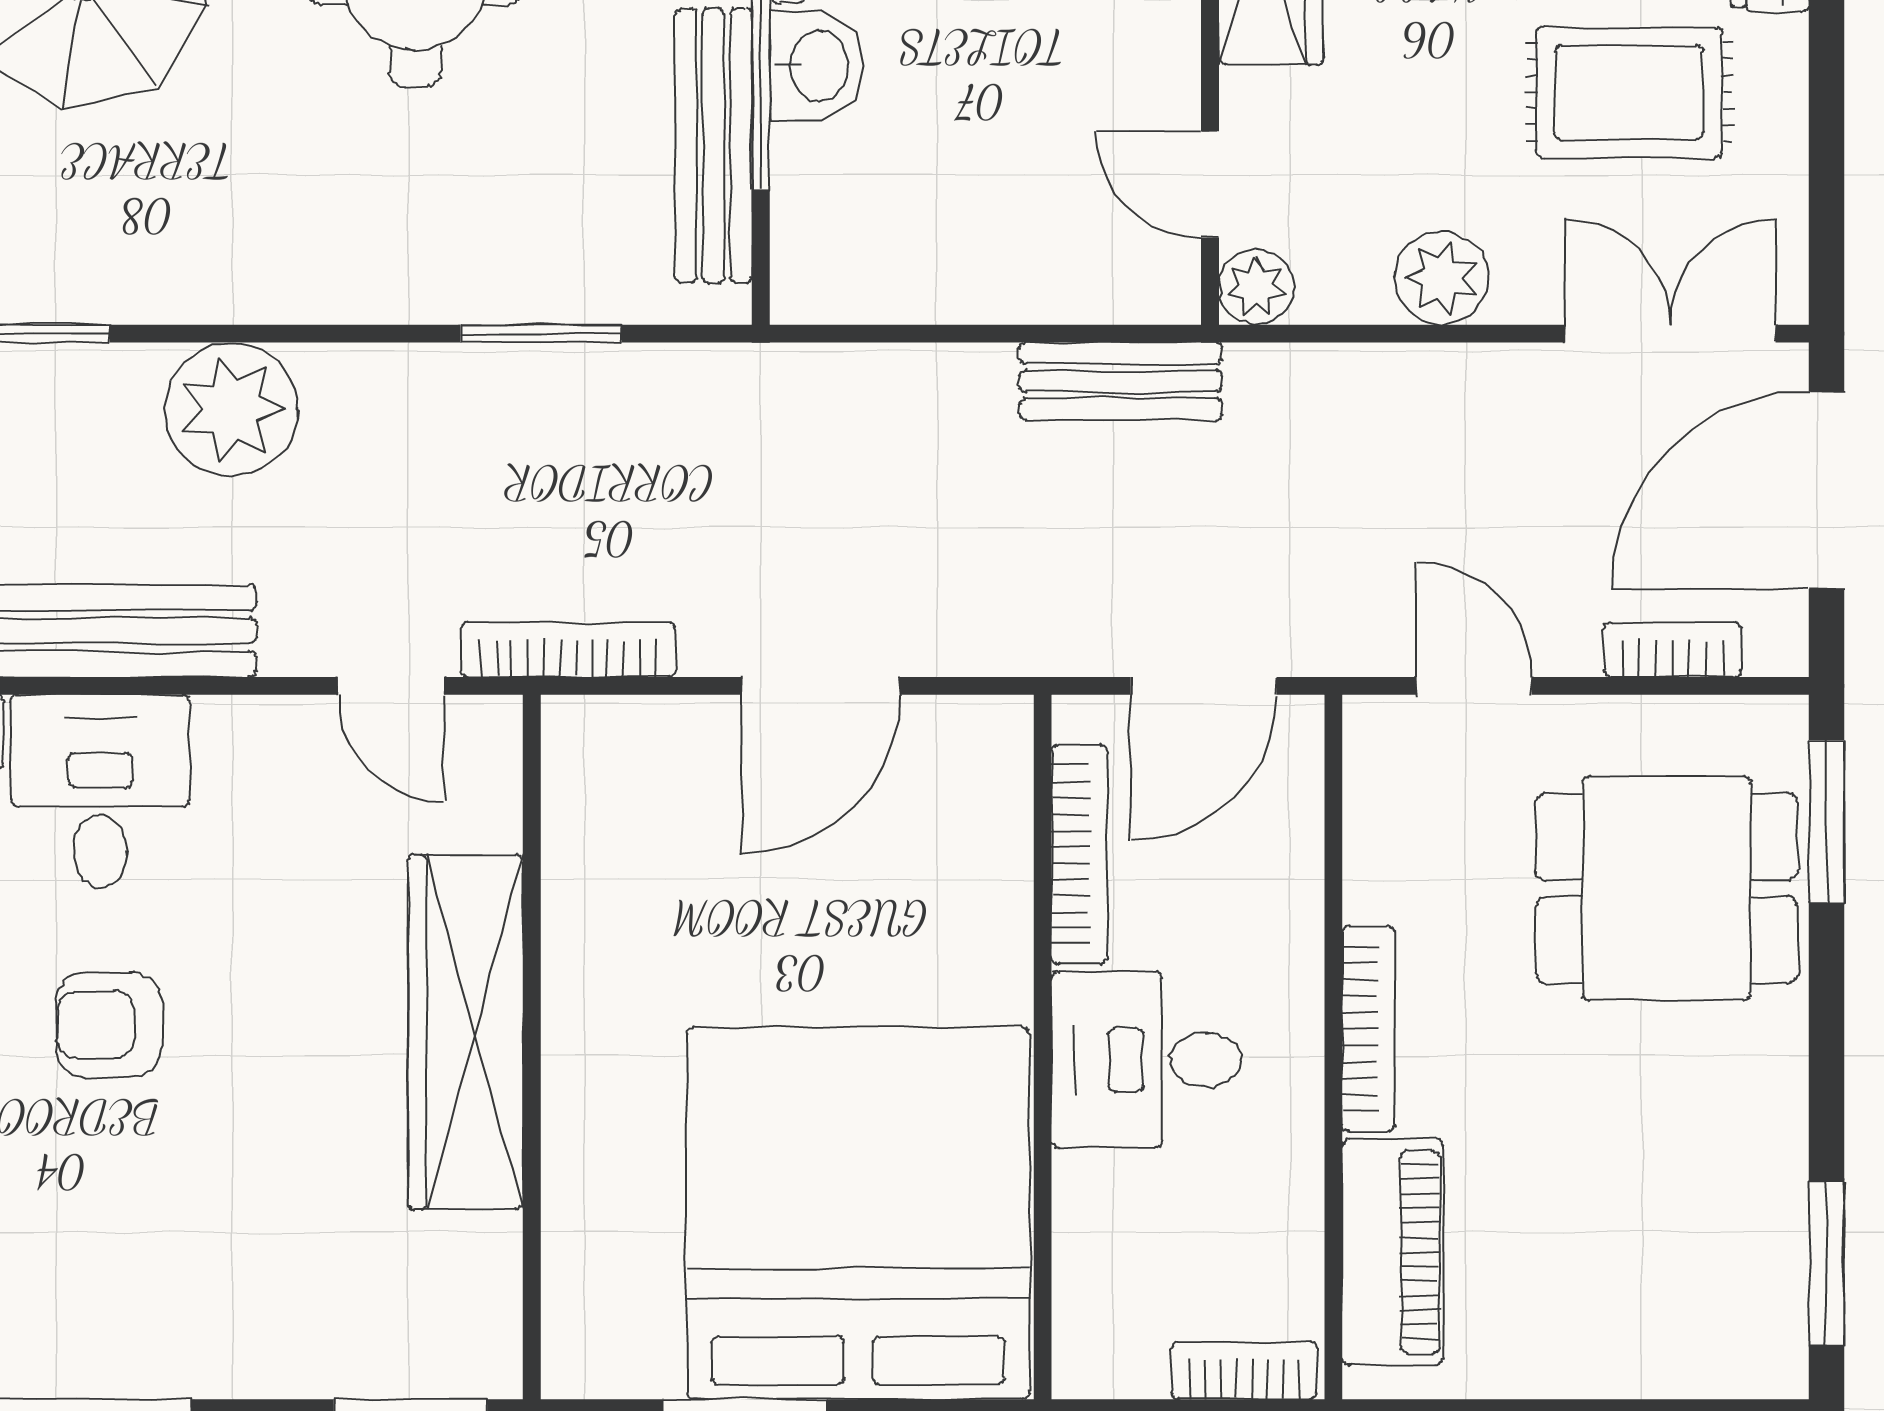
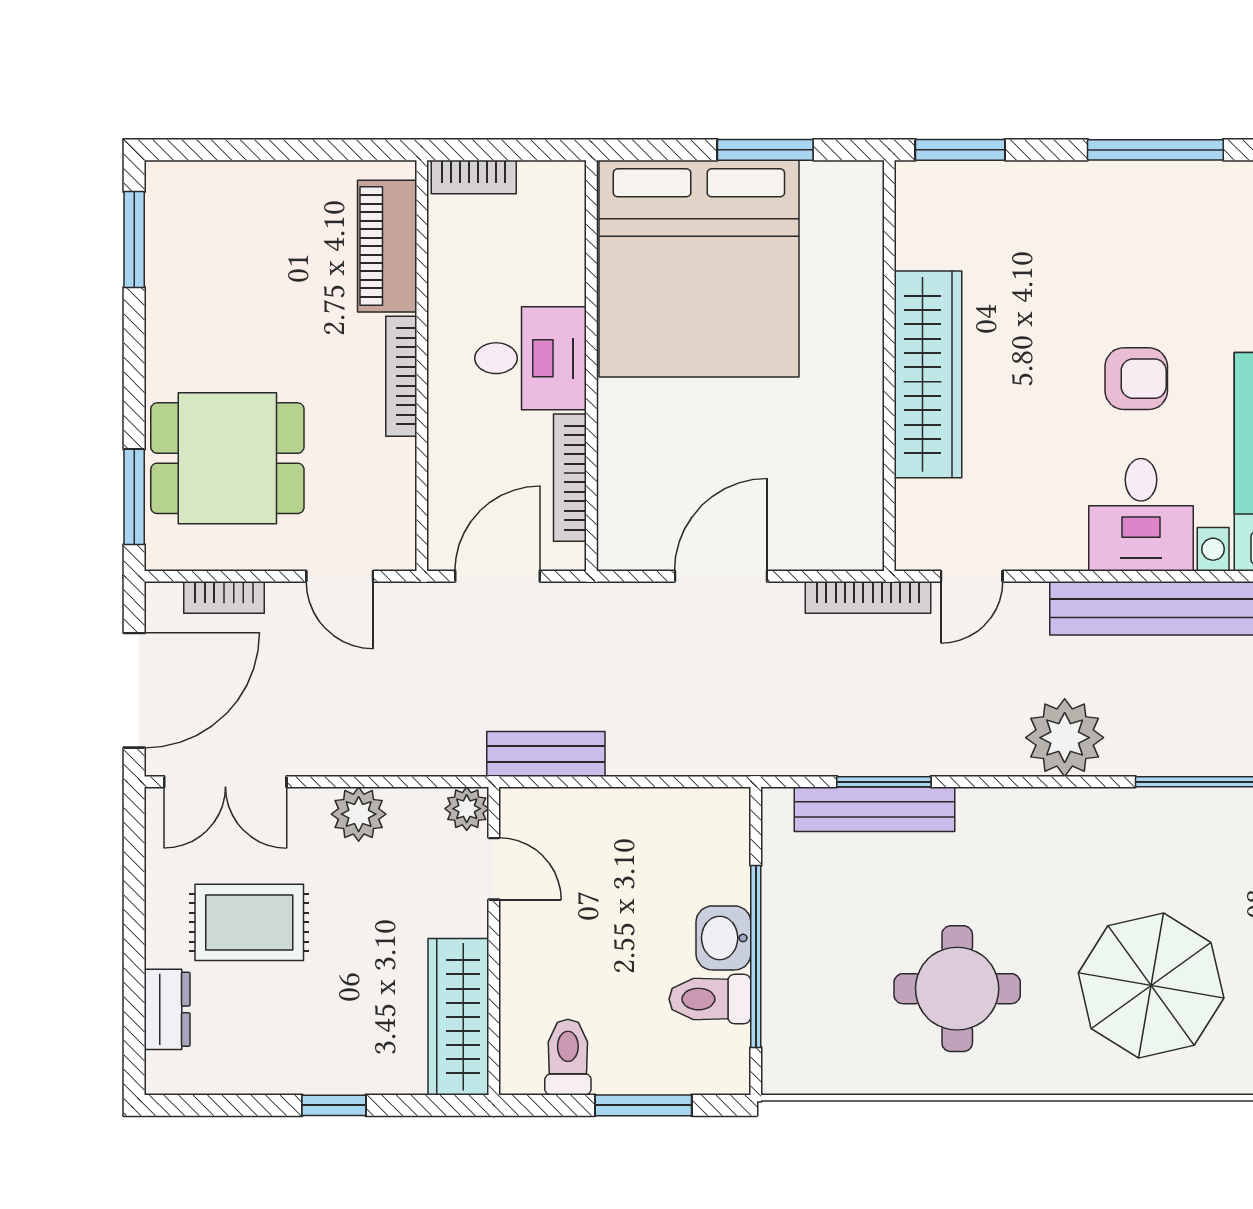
bench: (714, 146) -> (874, 809), moved, turned 90
door: (391, 686) -> (972, 576), swing flipped

